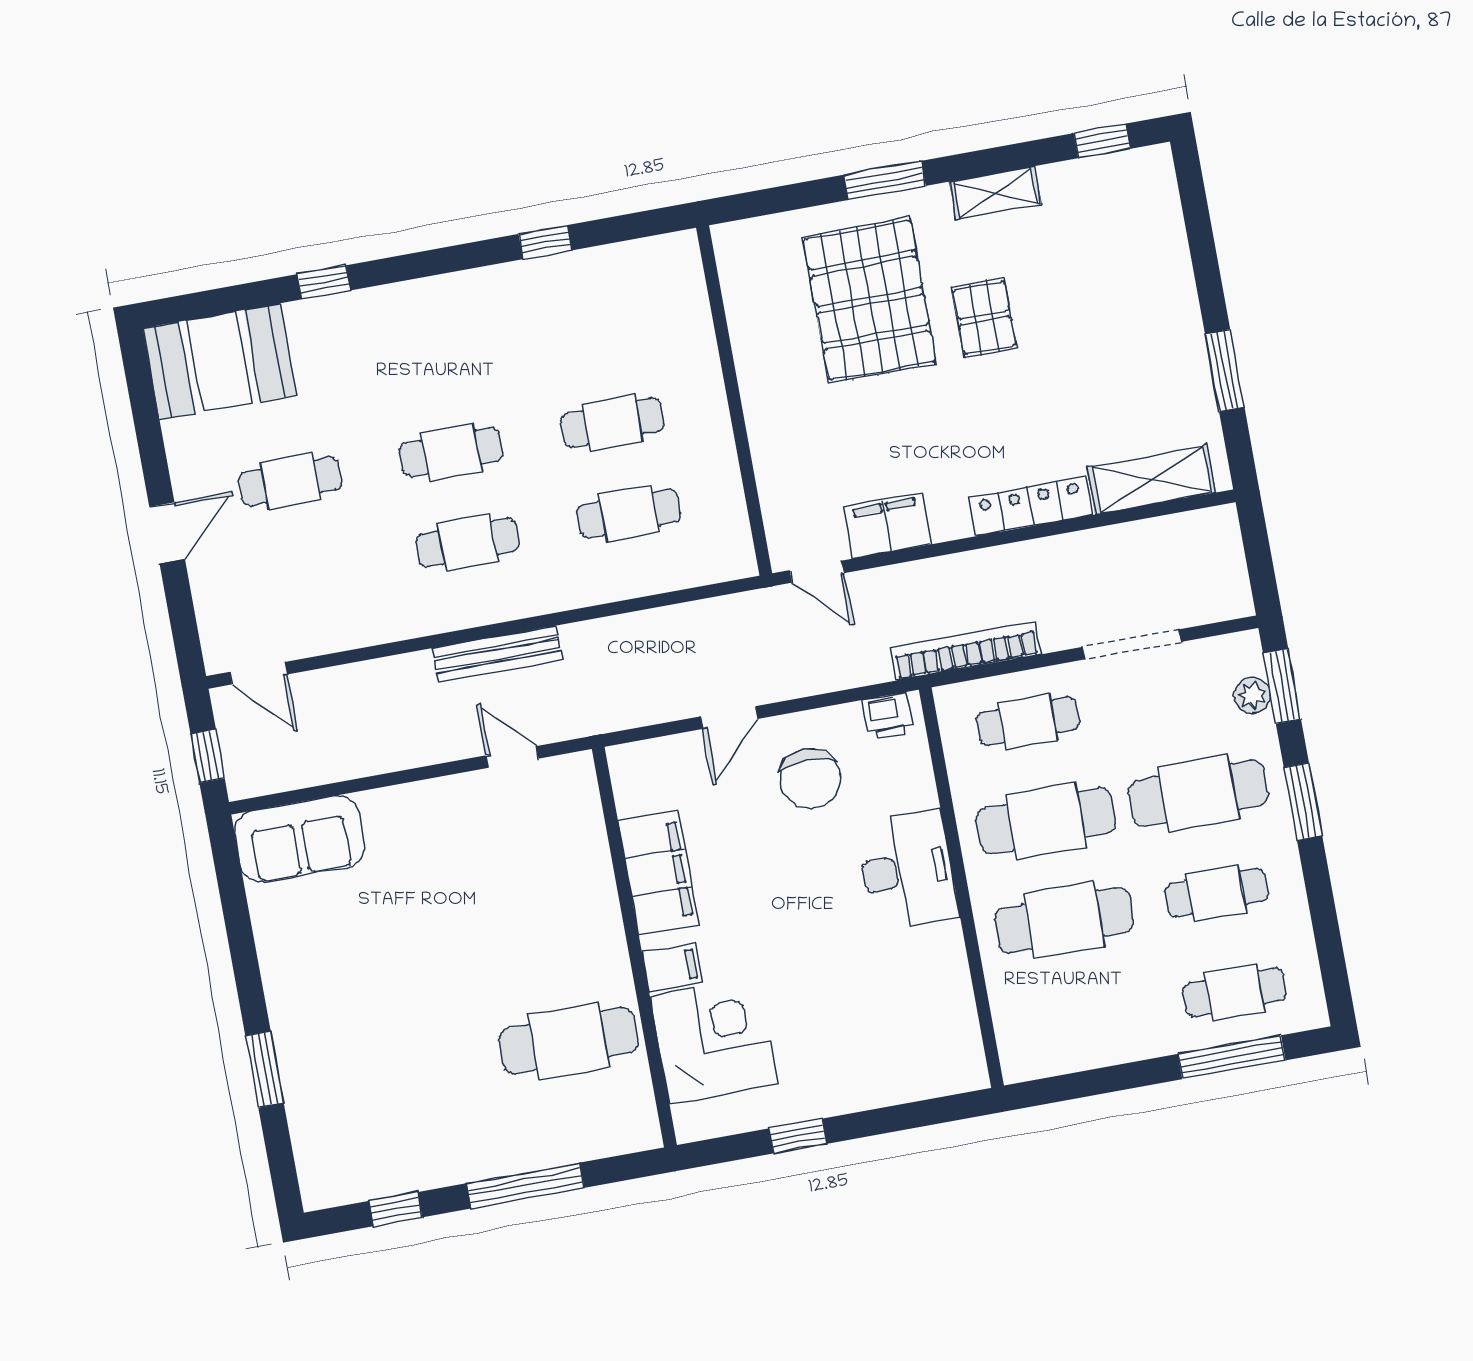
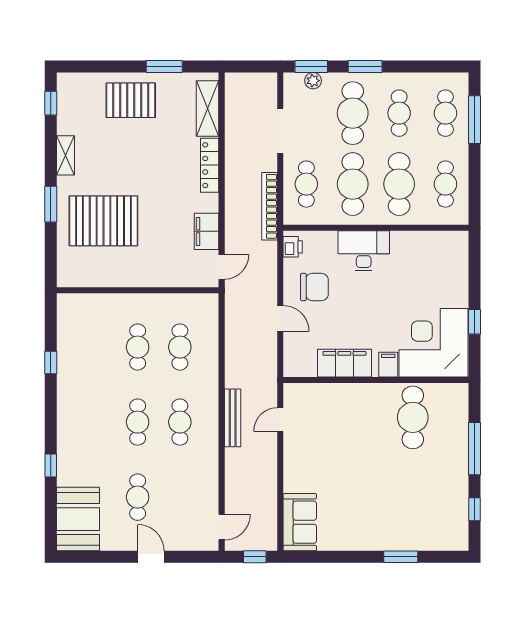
pallet: (984, 318) -> (131, 100), moved, width x1.50, depth x1.42
cafe table: (1082, 1020) -> (445, 184), added
corner desk: (714, 1040) -> (434, 343), width x1.36, depth x1.36

